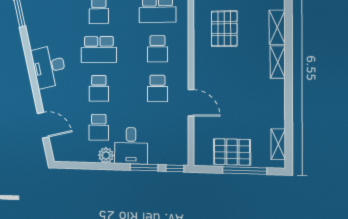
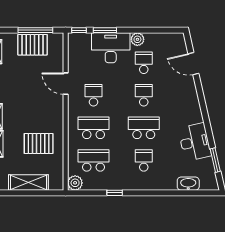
pallet: (224, 29) -> (39, 143), turned 90
school desk: (157, 49) -> (93, 128), width x1.85
desk: (49, 67) -> (195, 142), moved
desk: (131, 146) -> (111, 48), width x1.37
window: (245, 170) -> (35, 30), moved

